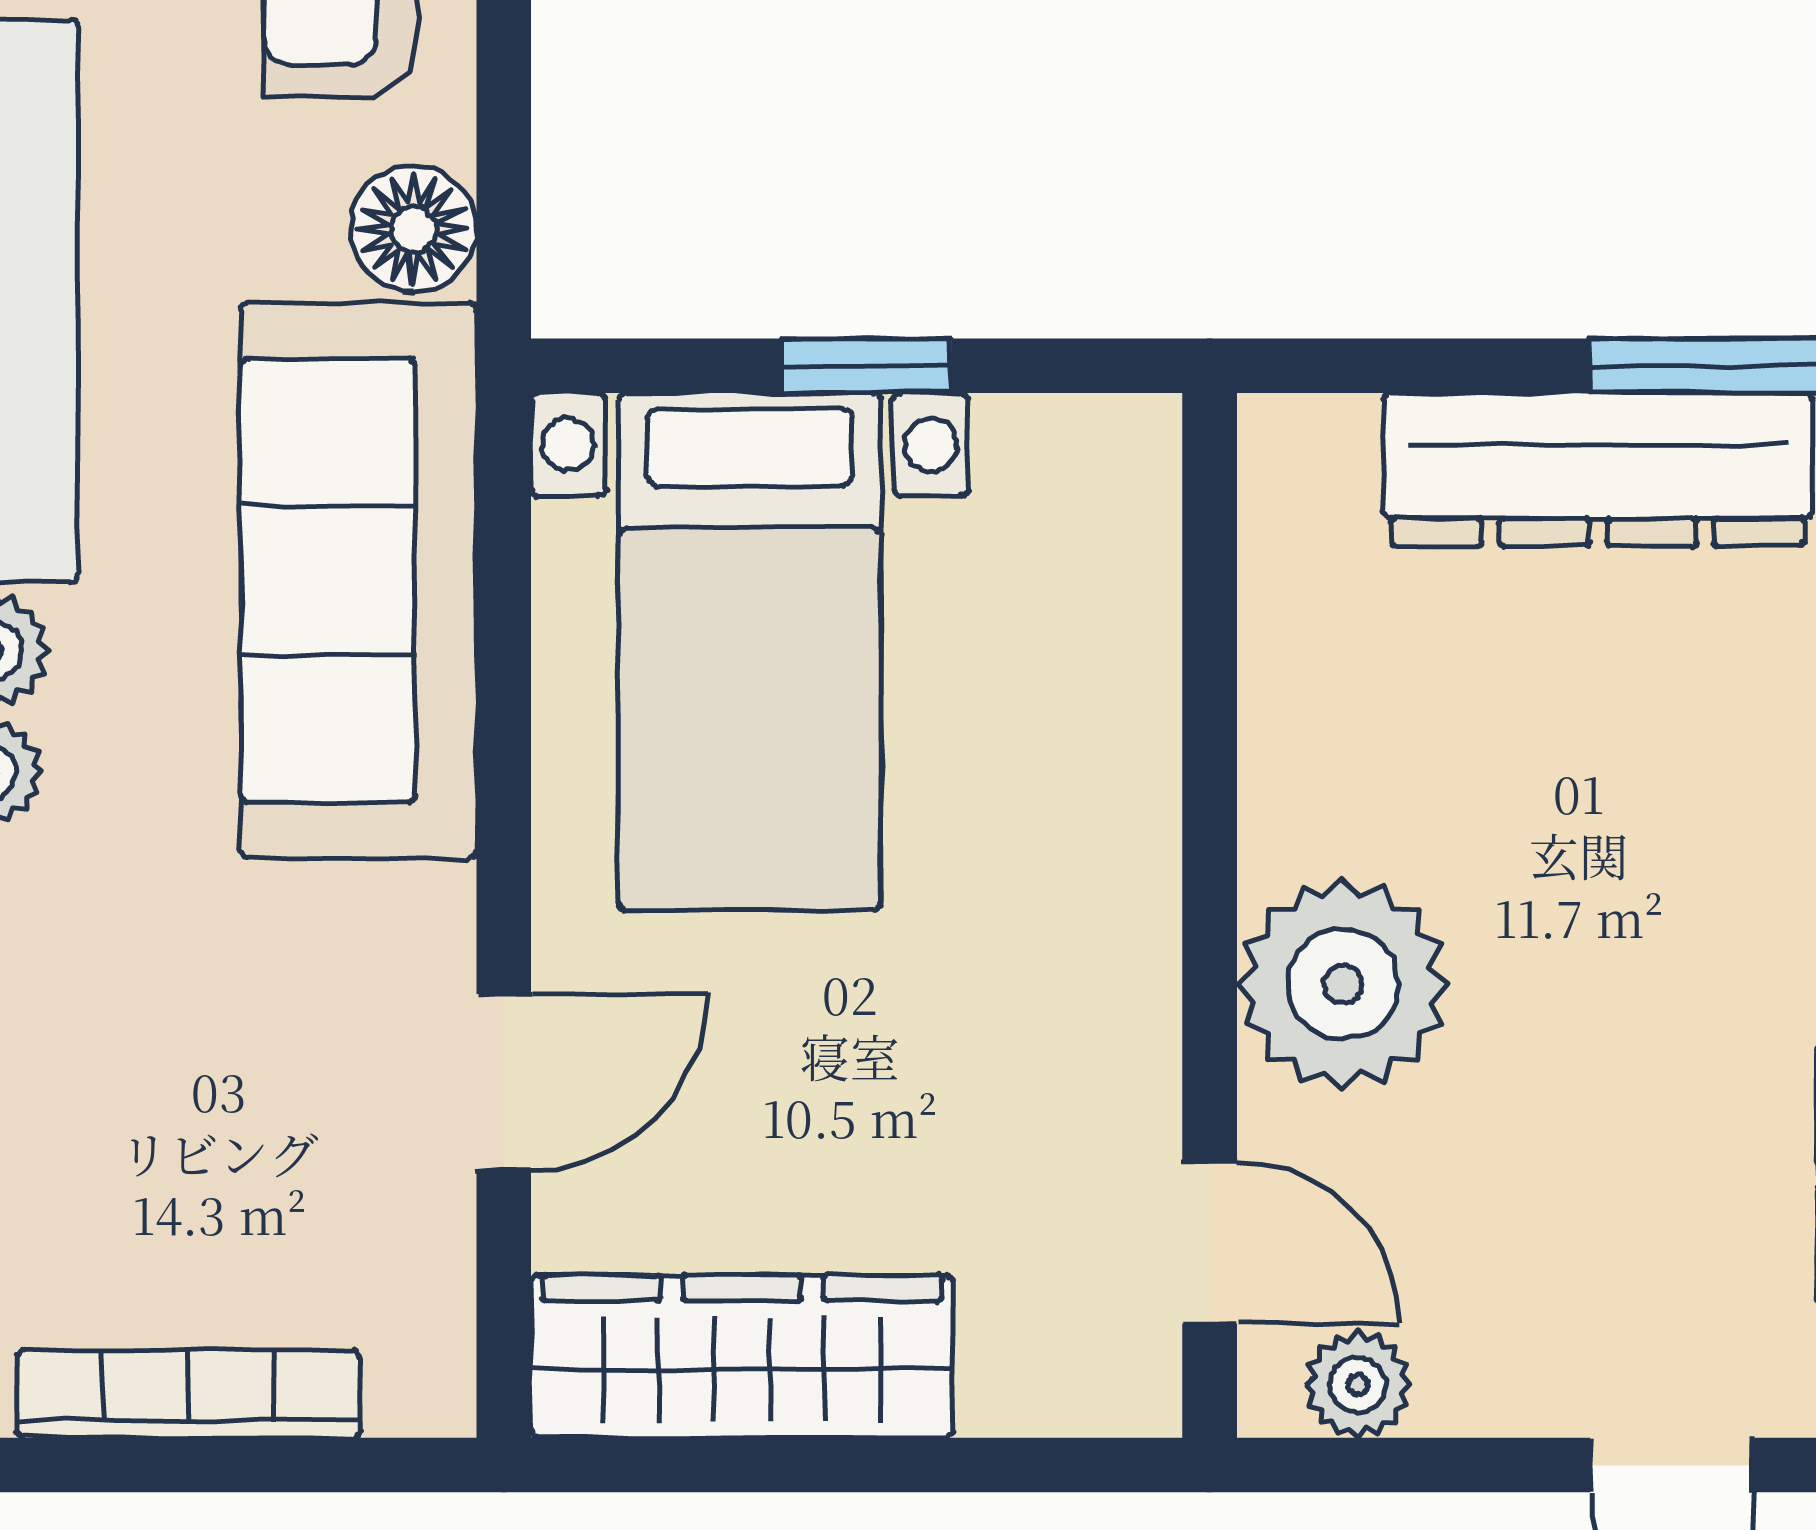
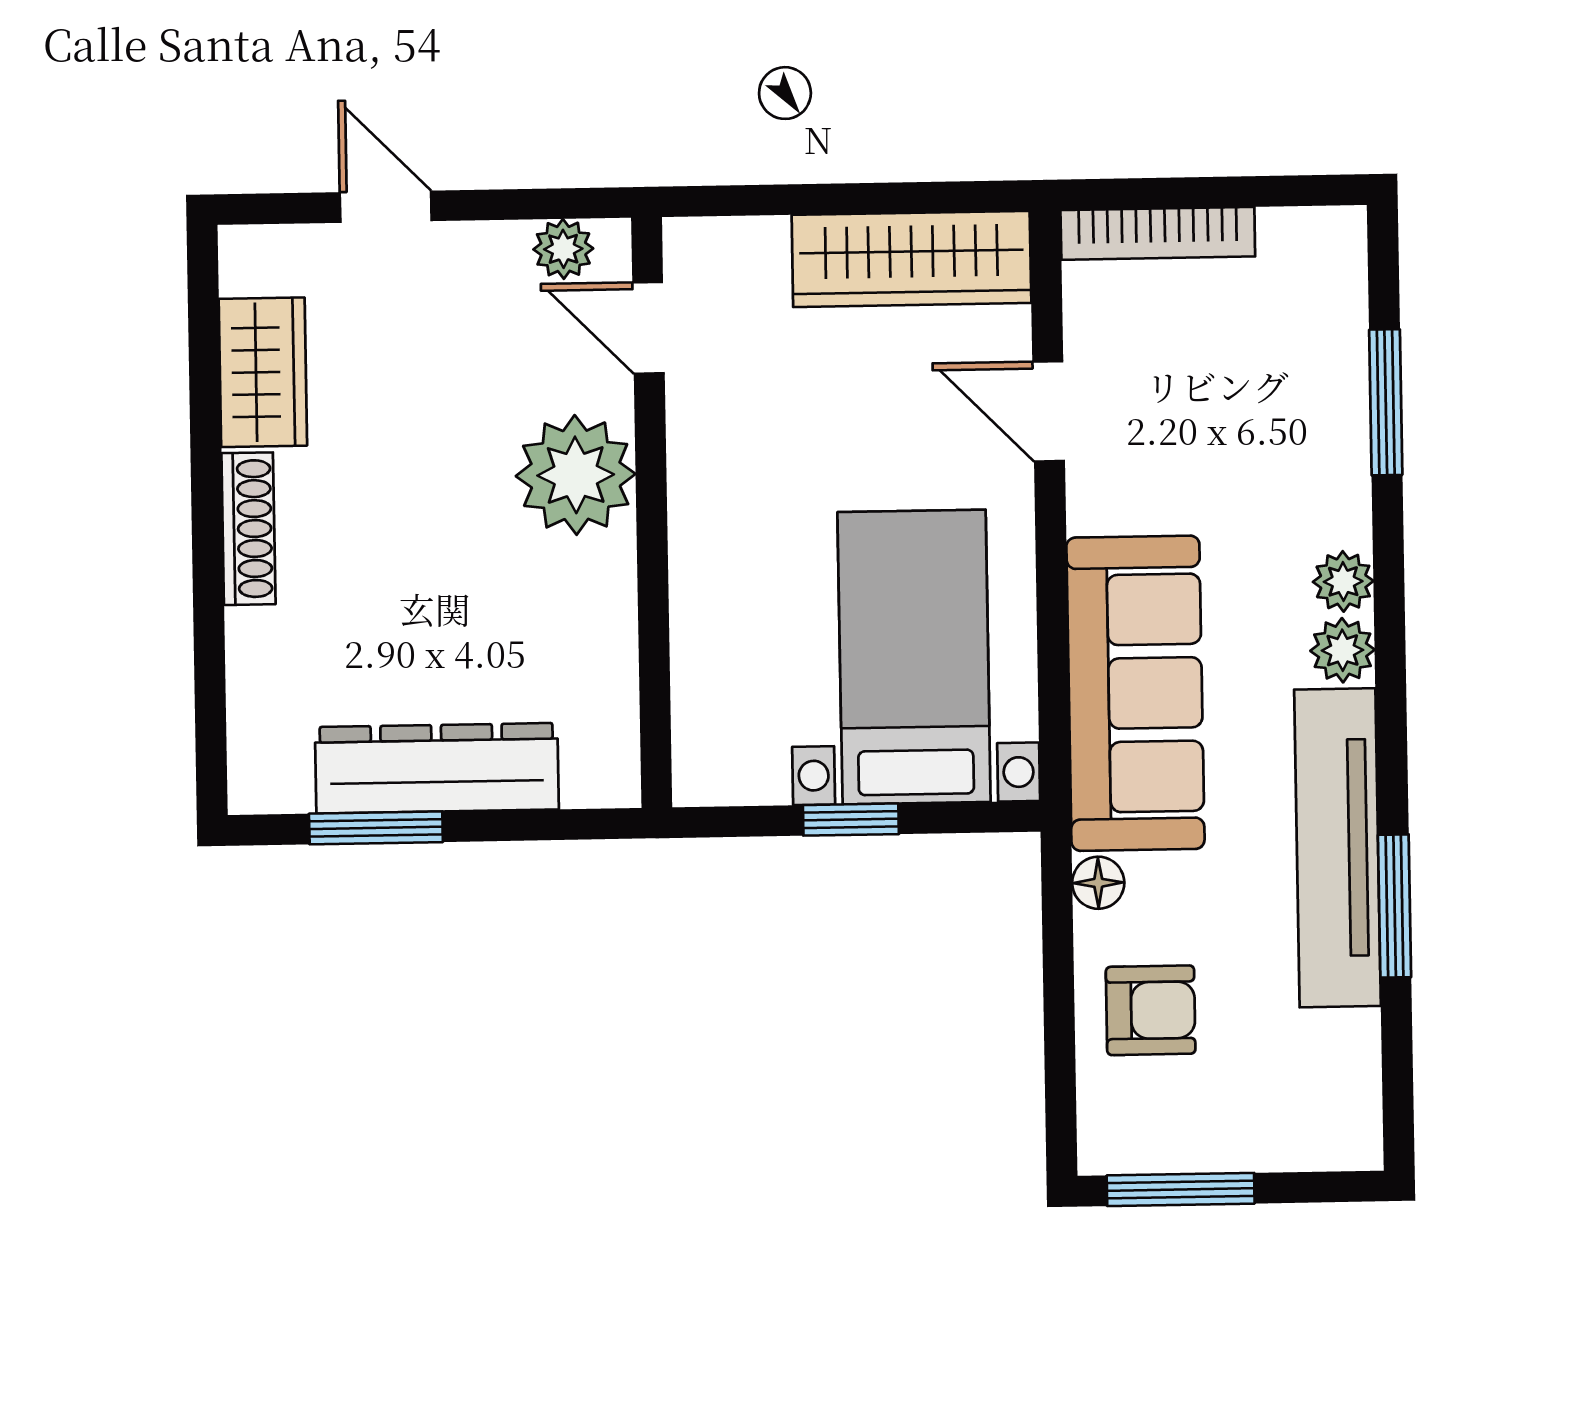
floor lamp: (413, 229) -> (1098, 883), width x0.73, depth x0.73
door: (504, 1082) -> (1049, 411), hinge flipped
bookcase: (188, 1394) -> (1158, 233), moved

